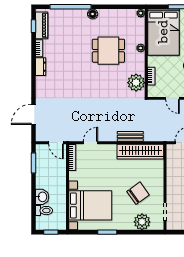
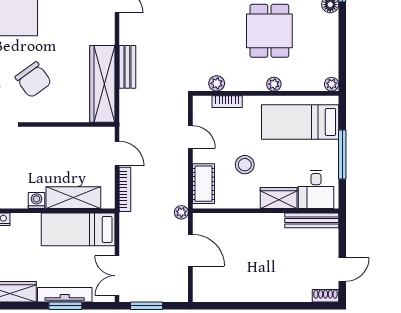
bed: (163, 32) -> (300, 122), width x0.67
plant: (136, 83) -> (217, 83), width x0.53, depth x0.53
door: (173, 98) -> (190, 137), swing flipped

